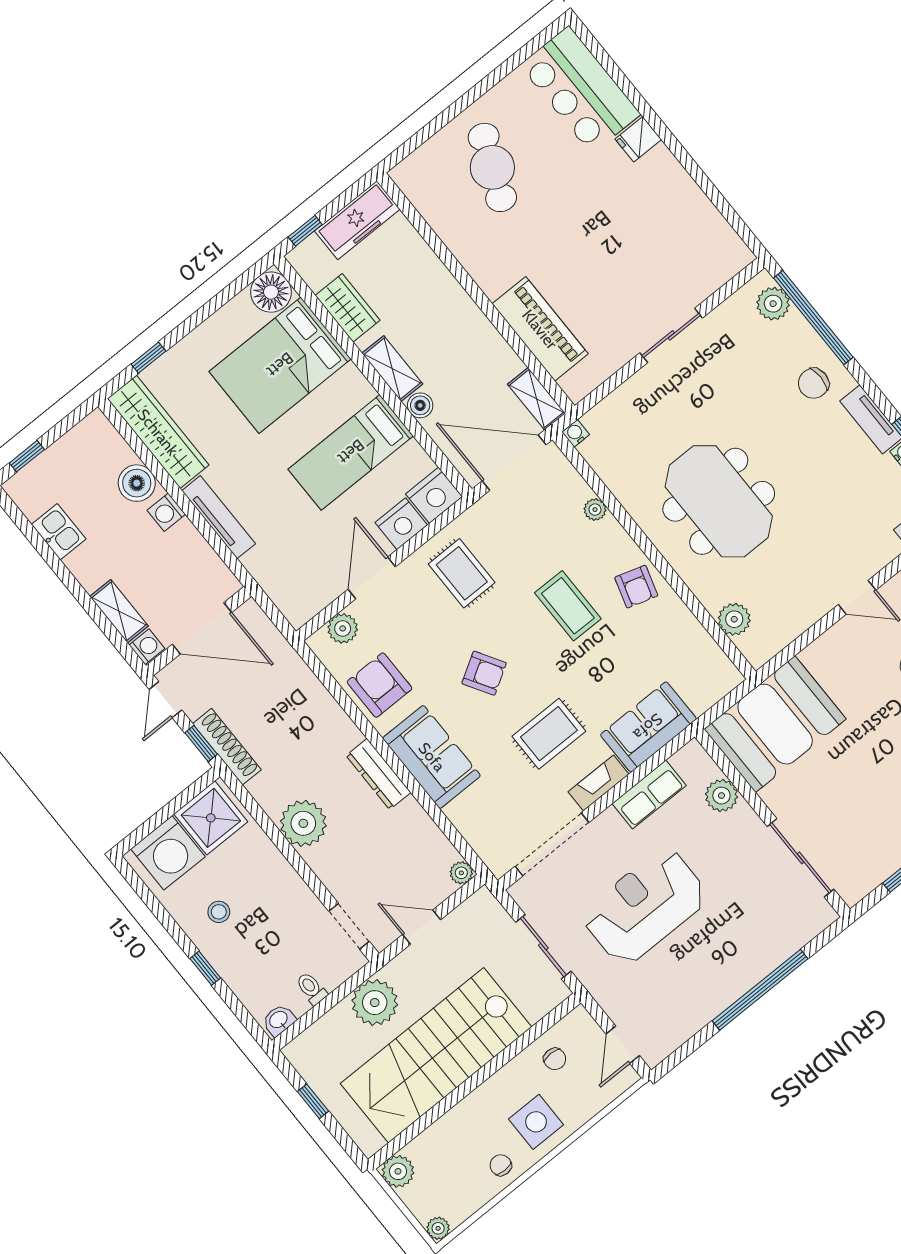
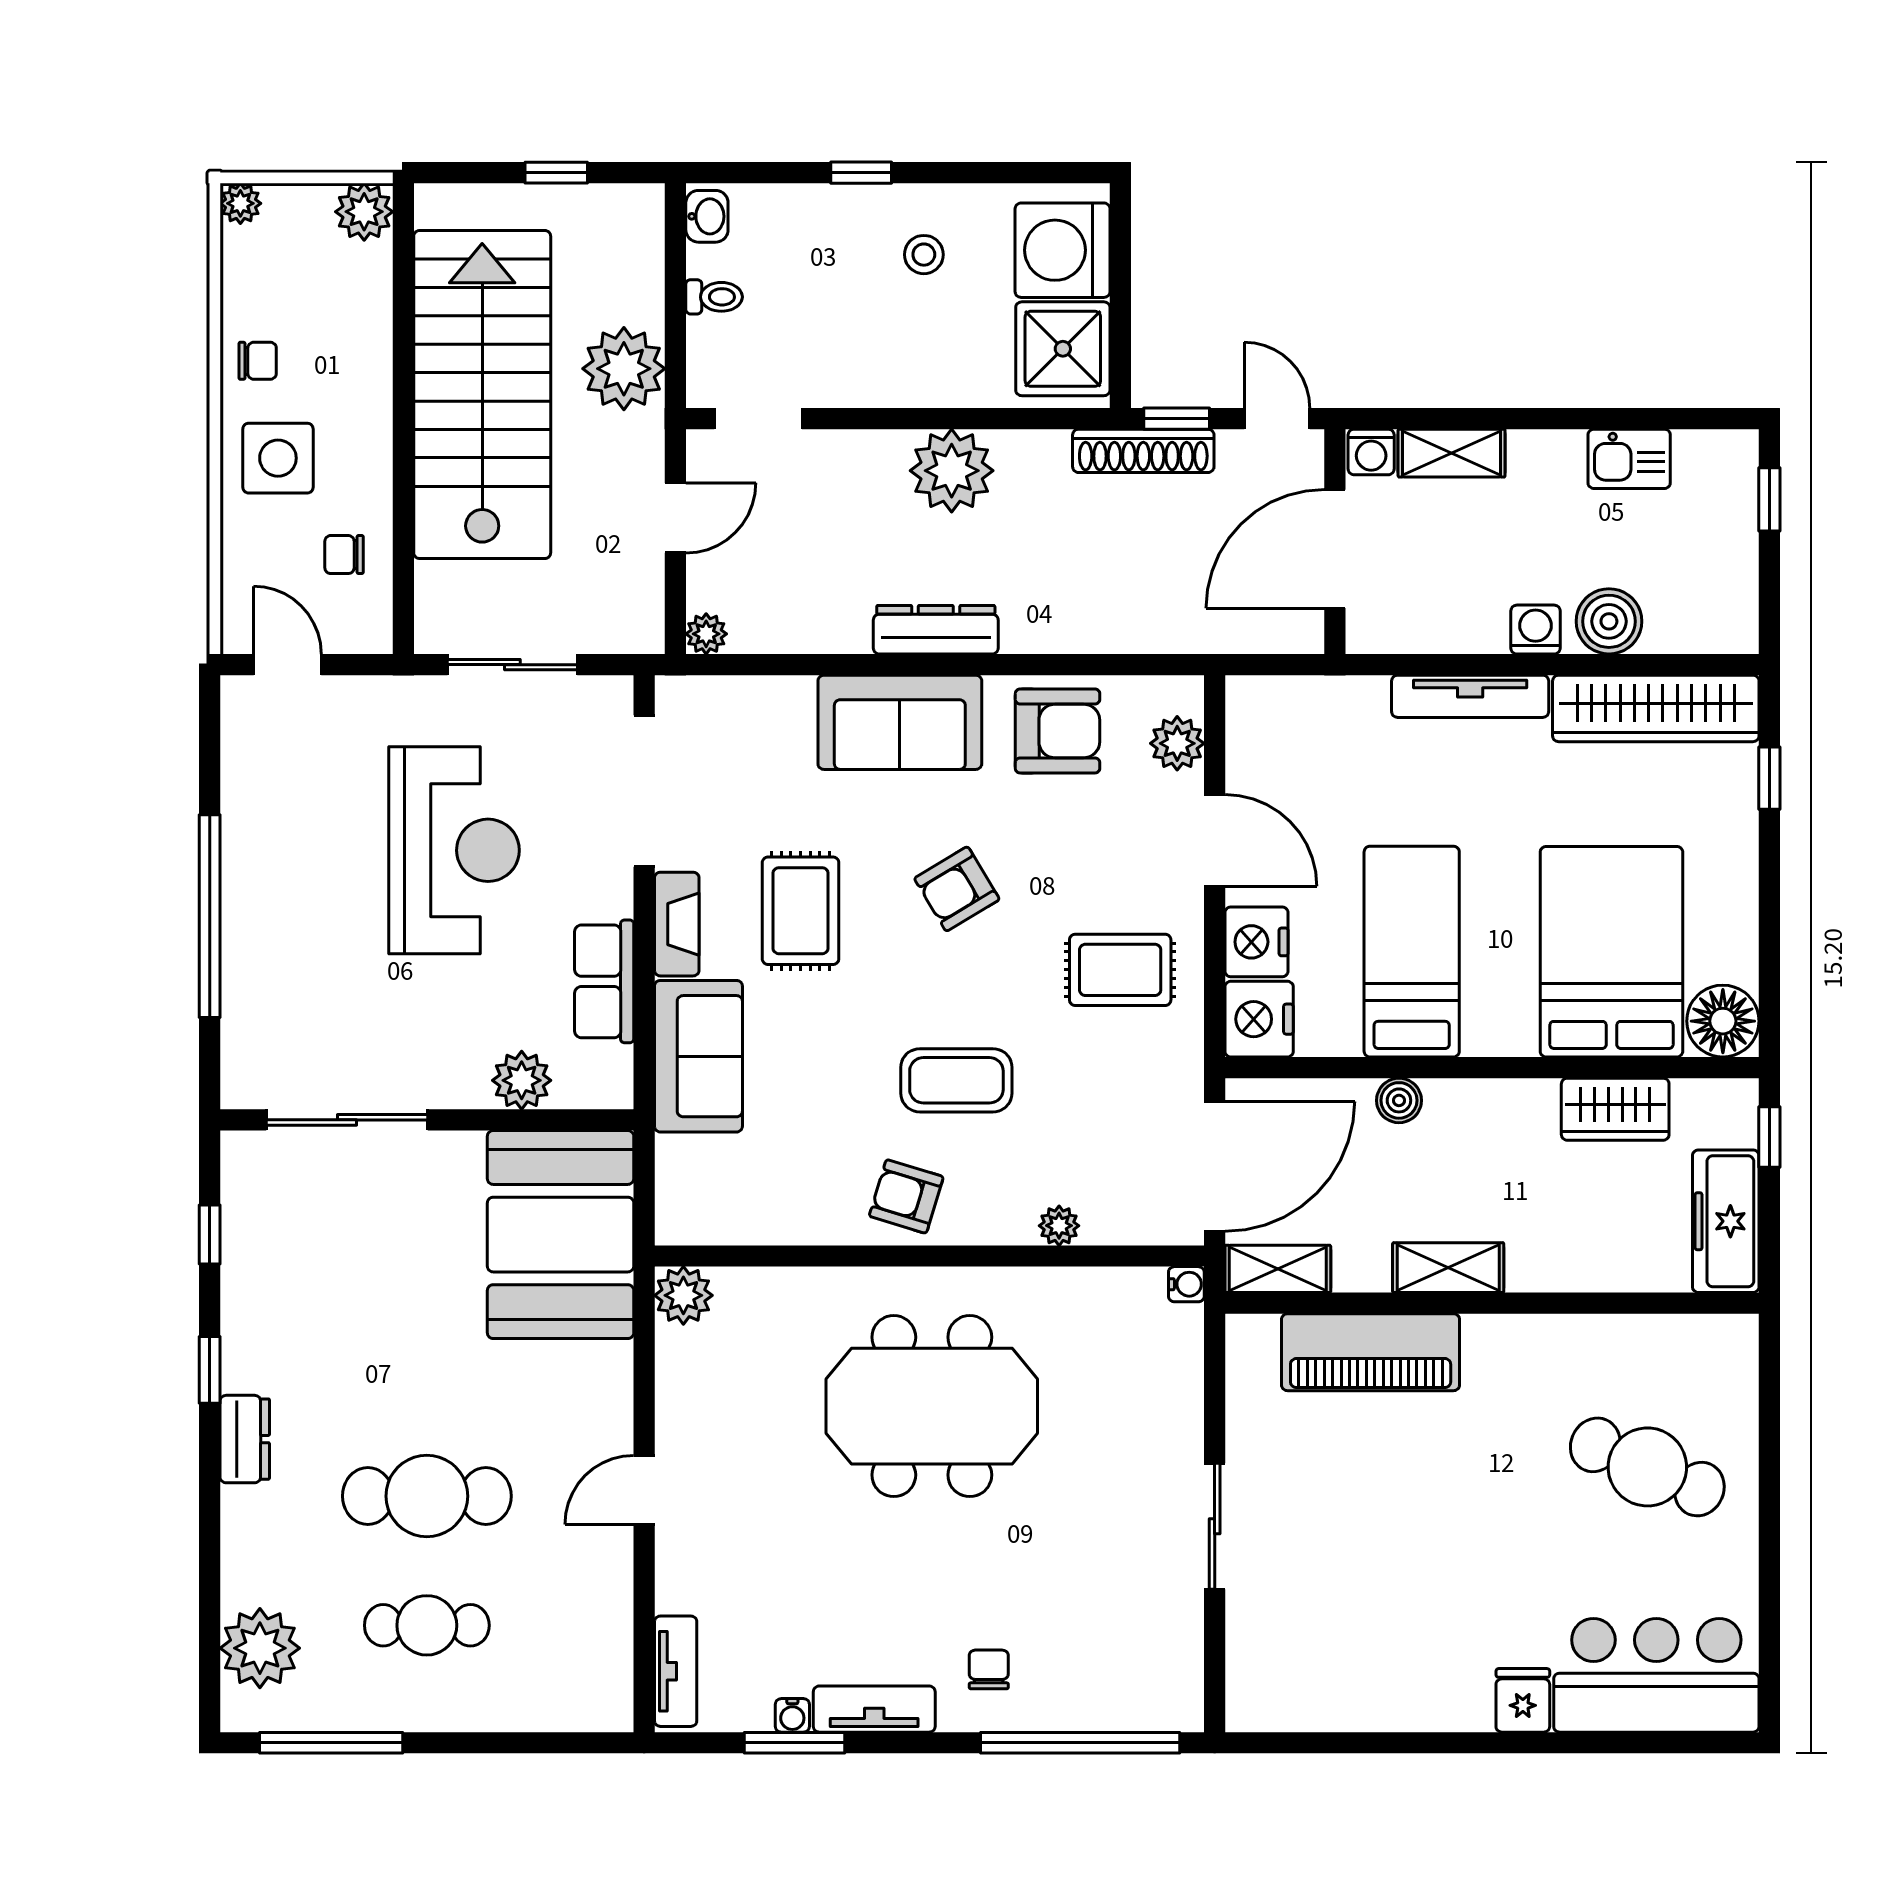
plant: (773, 304) -> (1144, 1703), removed
shelving: (392, 369) -> (1448, 1268), moved
chair: (814, 383) -> (989, 1669), width x0.73, depth x0.73
plant: (734, 619) -> (683, 1295), moved

